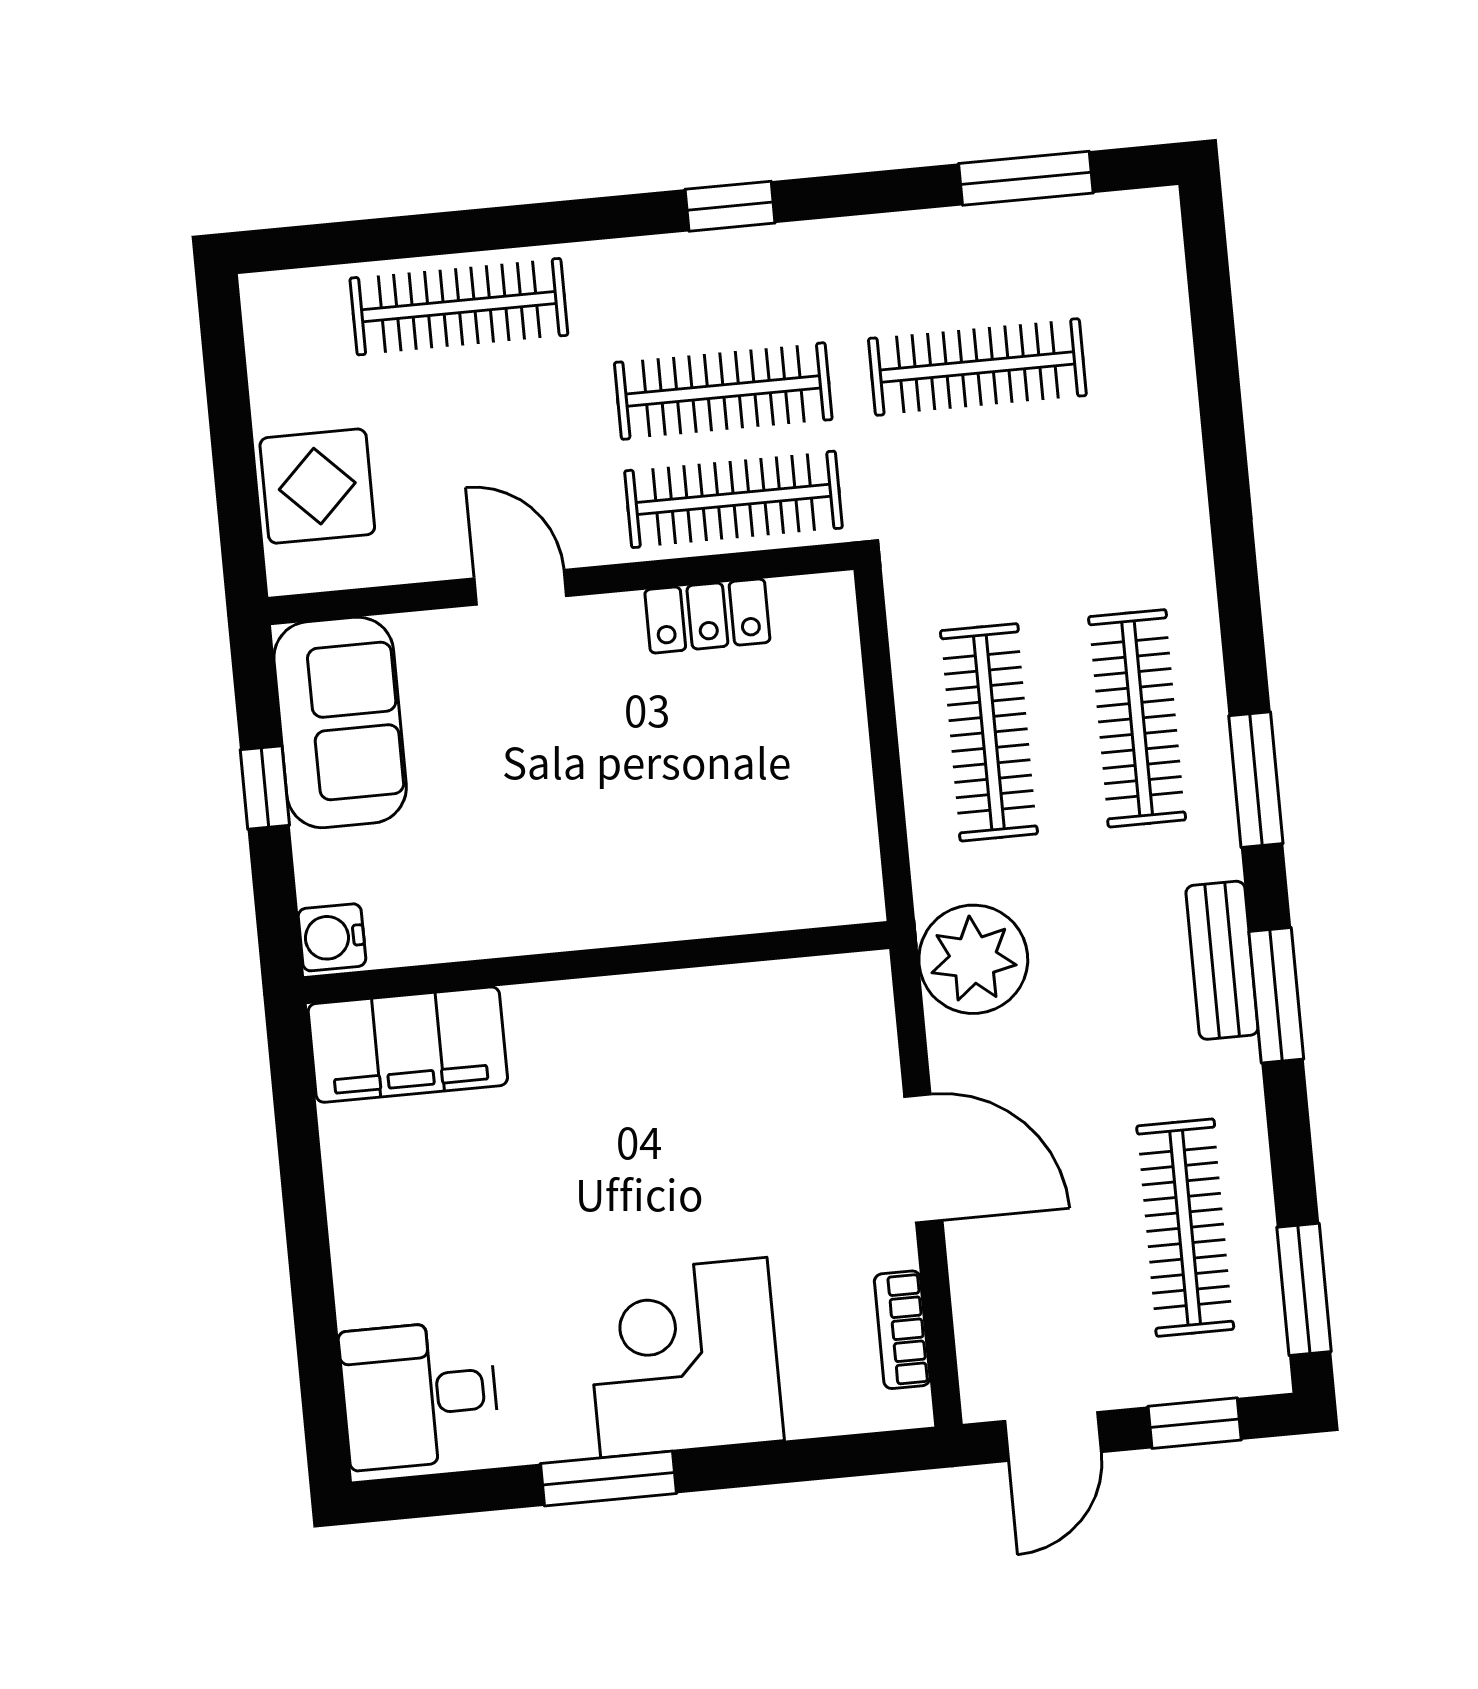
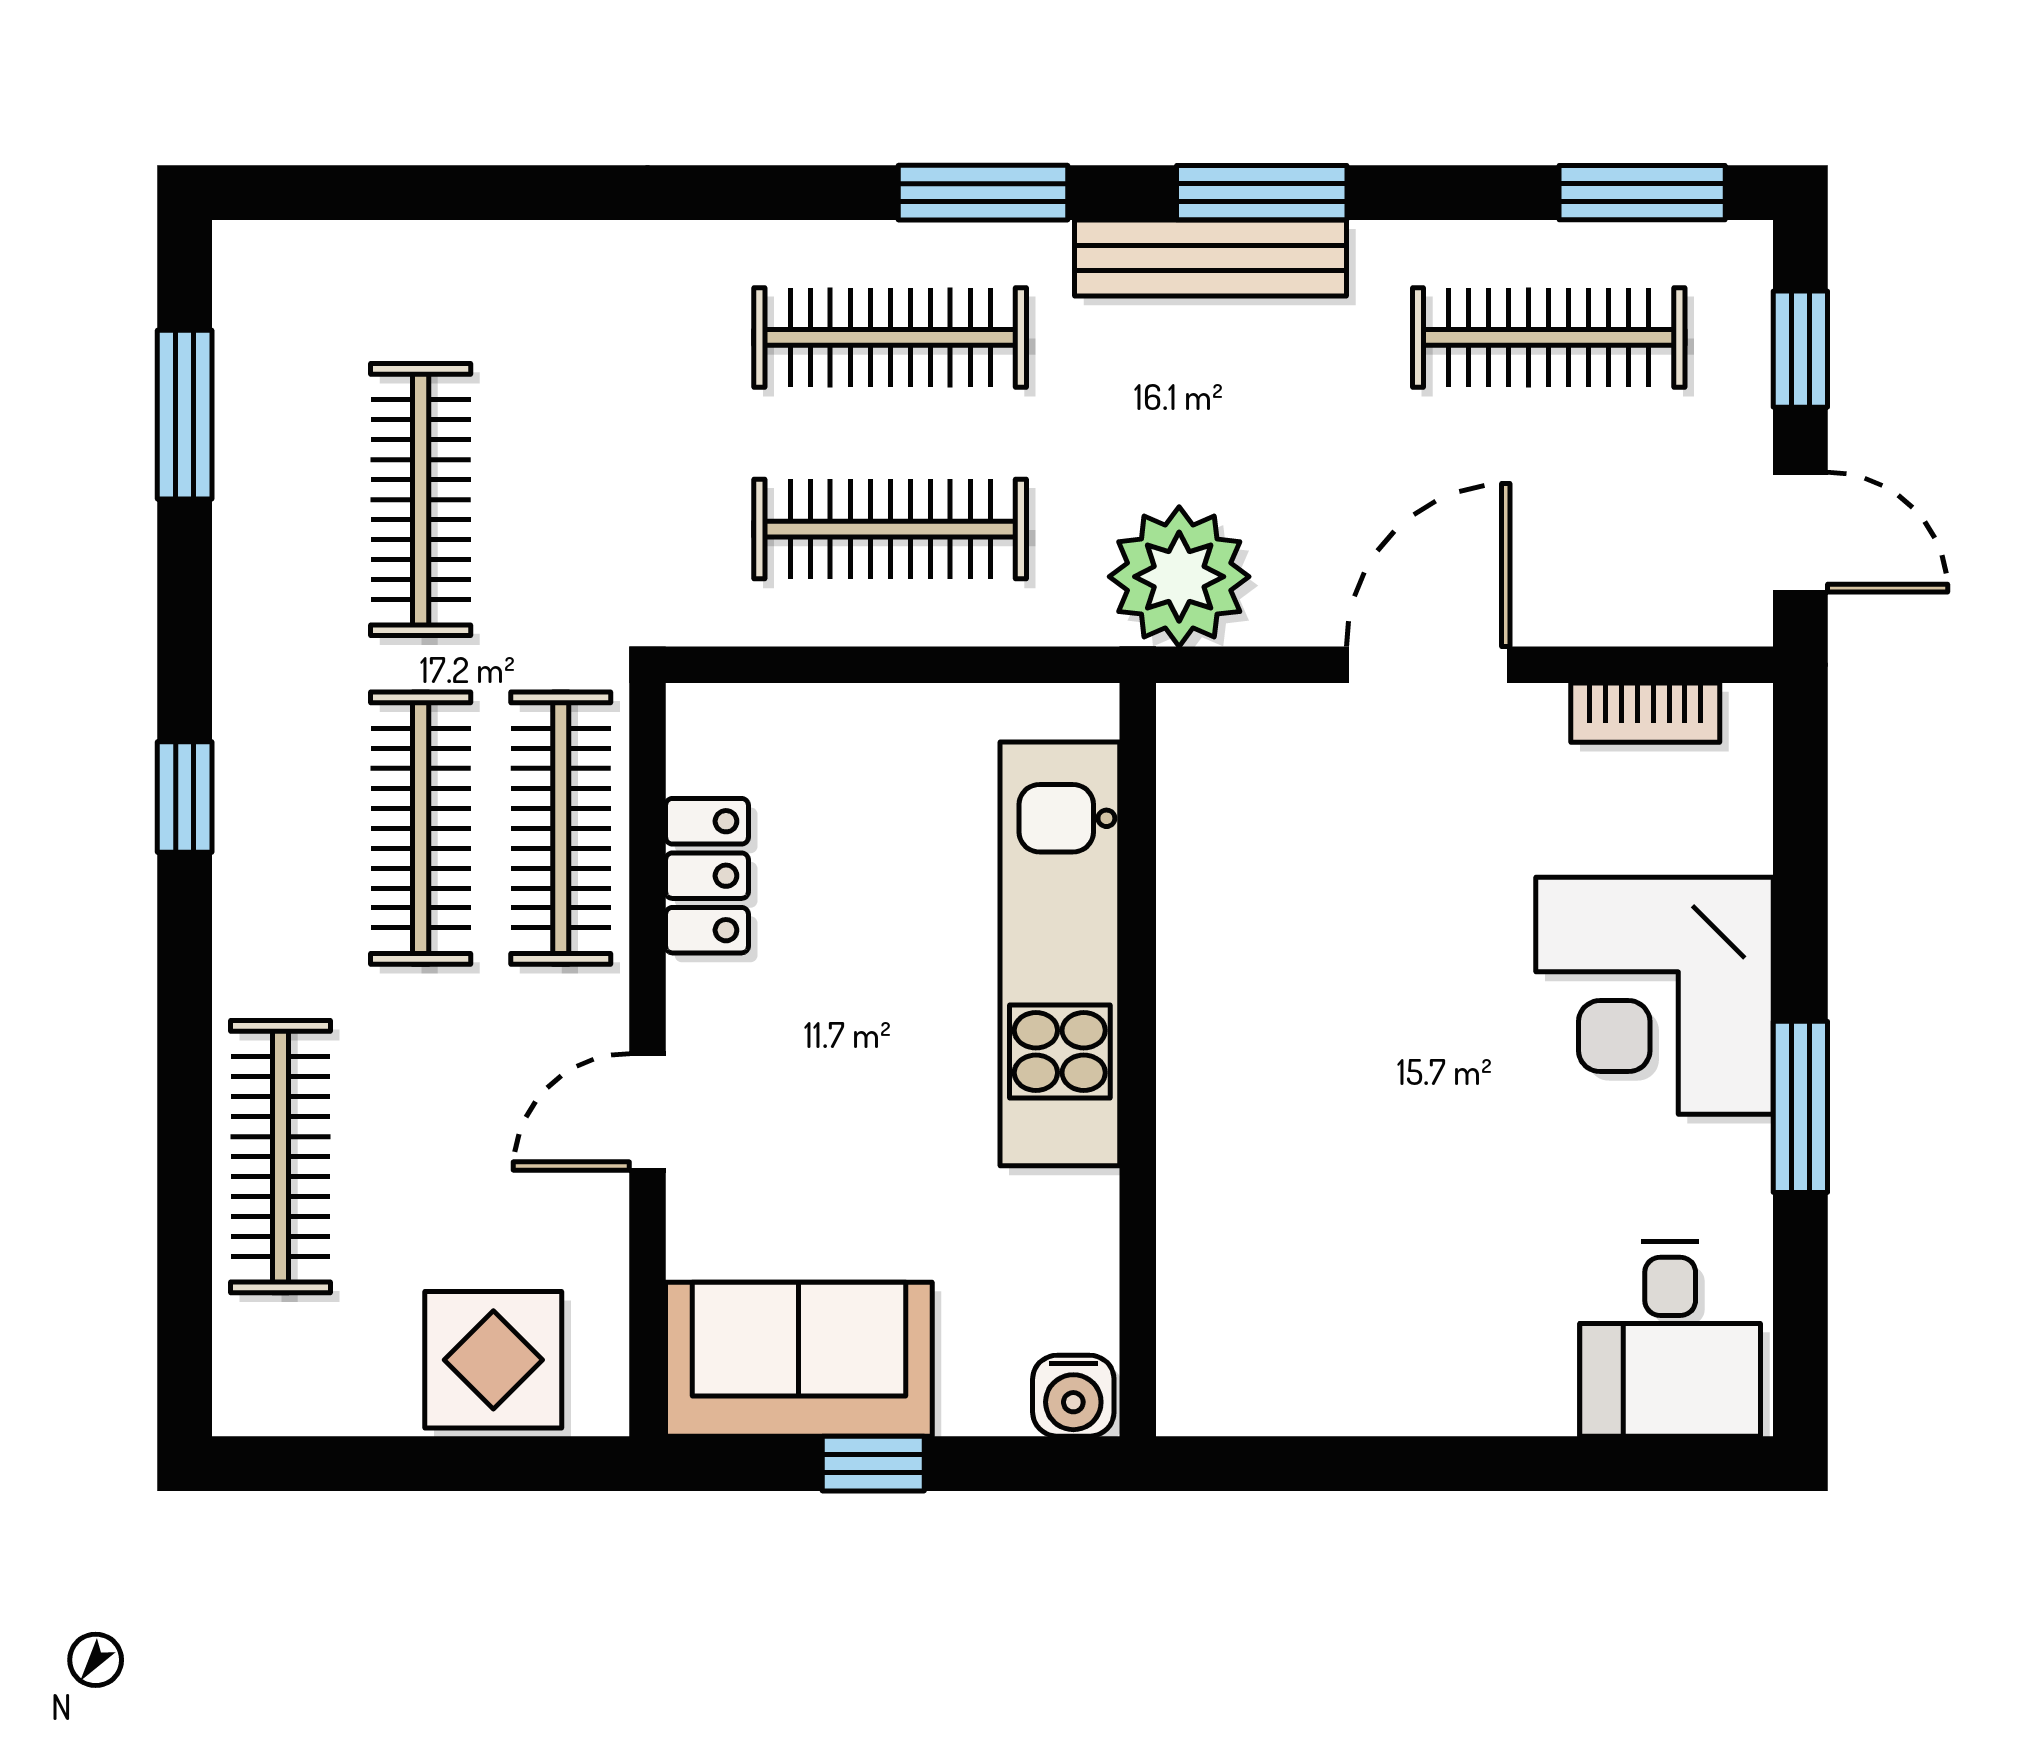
kitchen unit: (673, 895) -> (1060, 954), added
bench: (1222, 960) -> (1211, 258), width x1.36
filing cabinet: (408, 1045) -> (1220, 1312), removed

